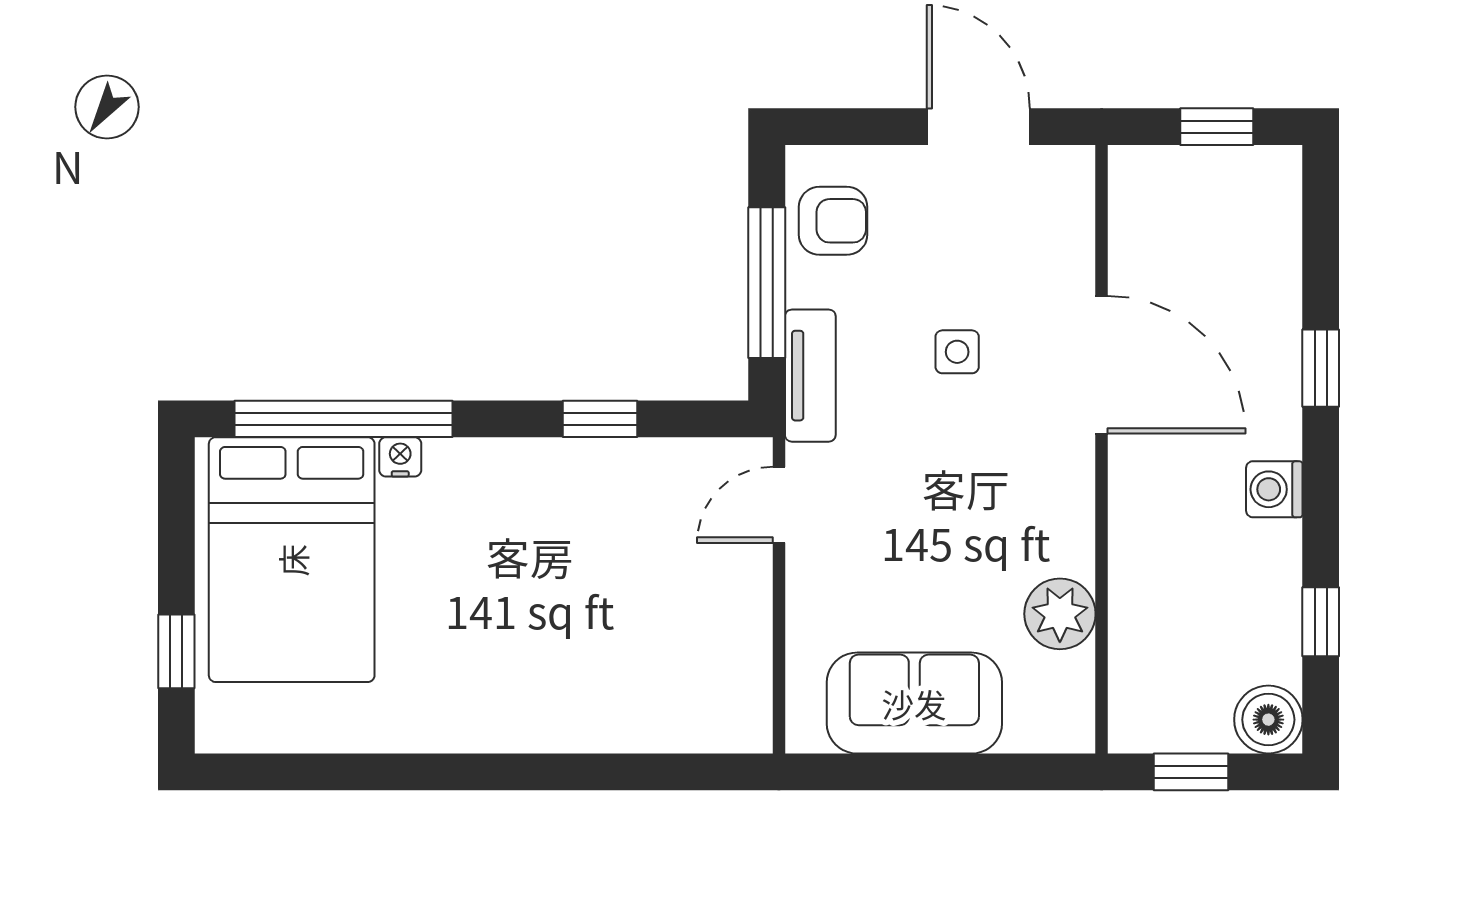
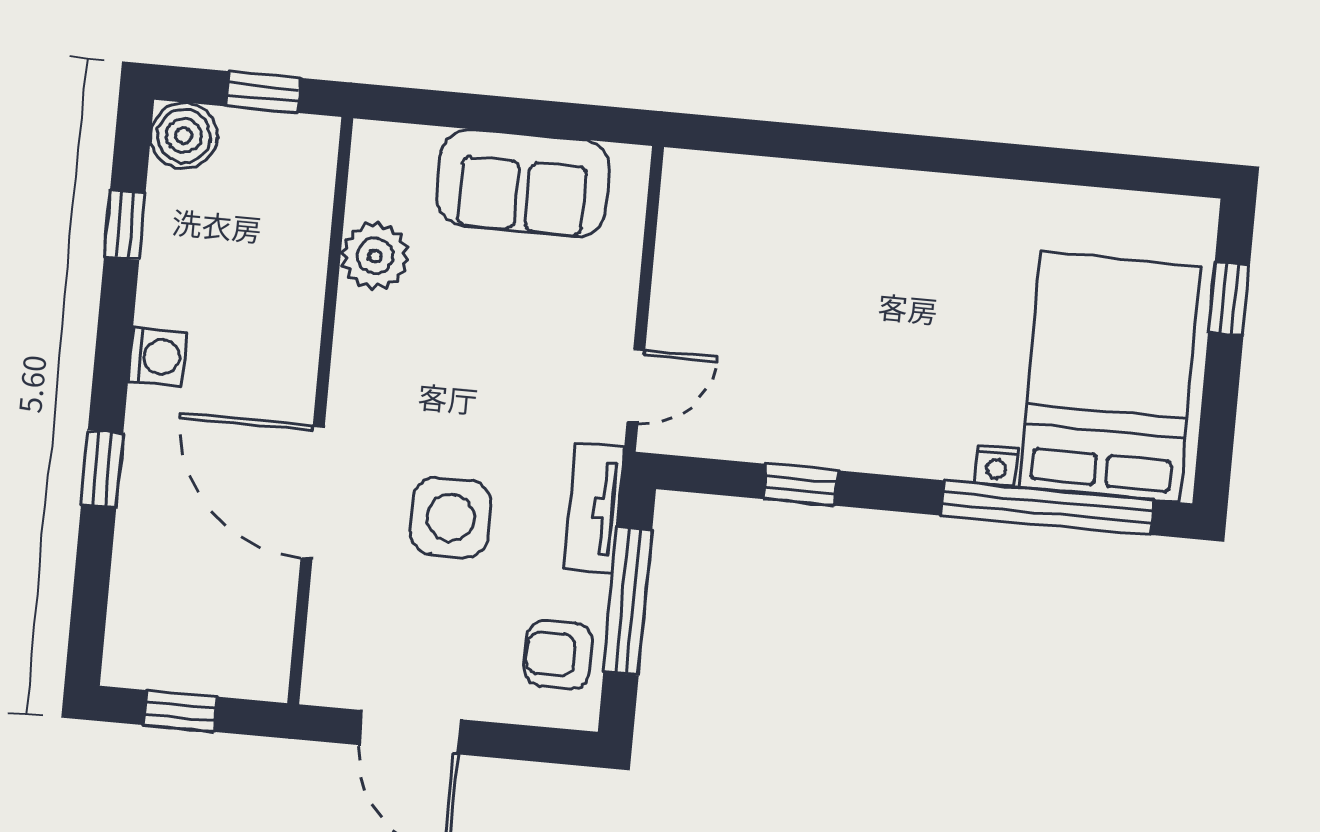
side table: (957, 352) -> (451, 517), width x1.87, depth x1.87

